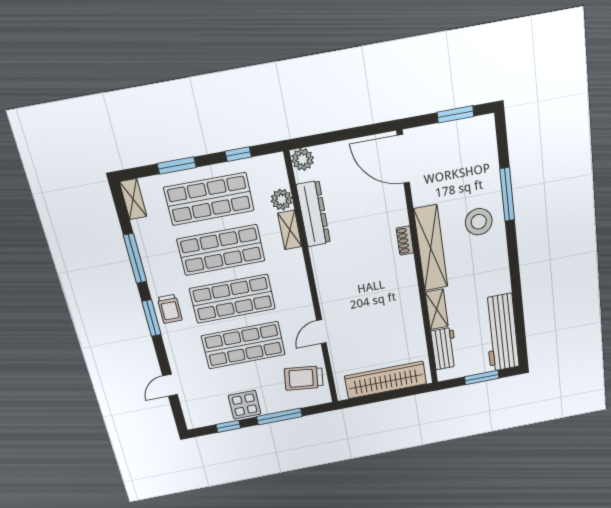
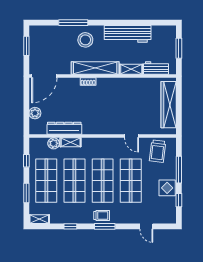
plant: (303, 159) -> (35, 113), moved
window: (135, 258) -> (70, 226), width x0.46
workbench: (501, 333) -> (128, 34), moved

